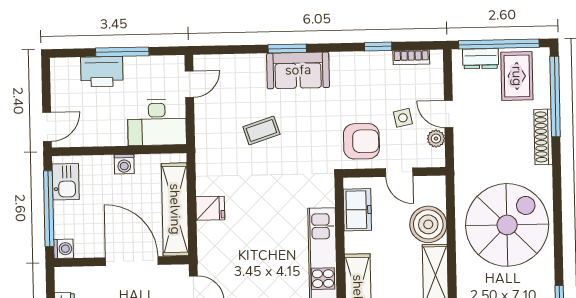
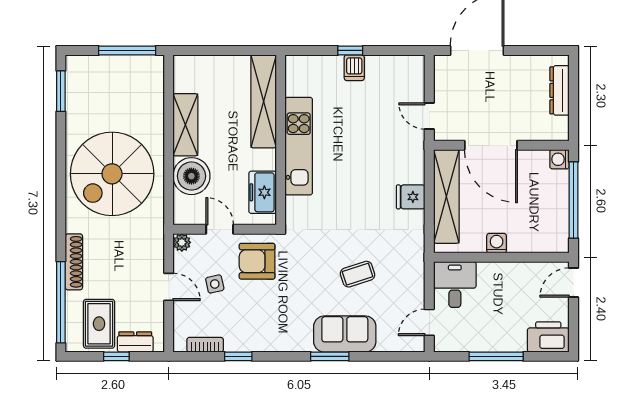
window: (499, 44) -> (116, 356), width x0.32
sofa: (298, 70) -> (345, 334), moved
printer: (102, 72) -> (548, 337), moved
desk: (157, 122) -> (455, 285), width x0.73
plant: (436, 139) -> (182, 242), moved
kitchen sink: (66, 182) -> (556, 227), removed

